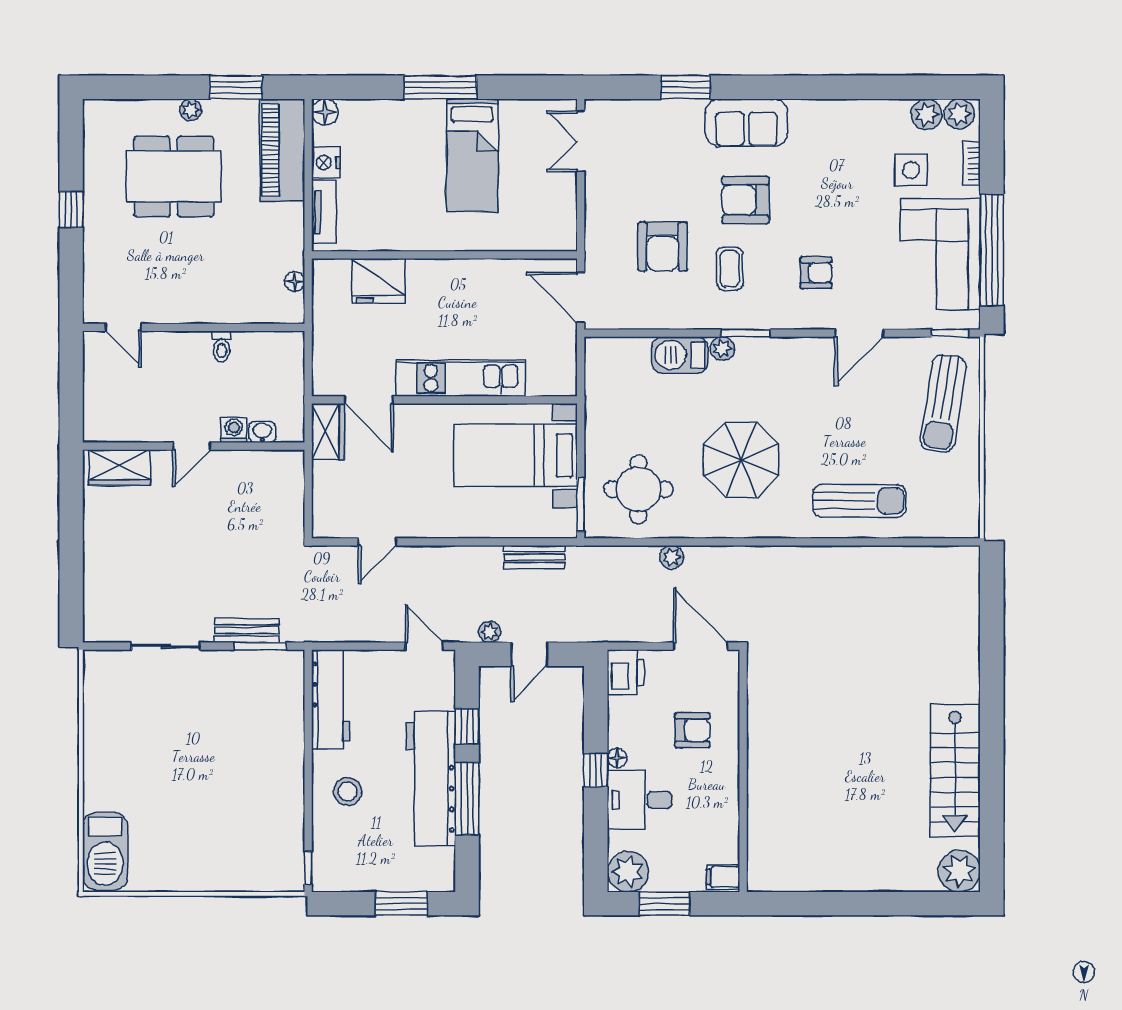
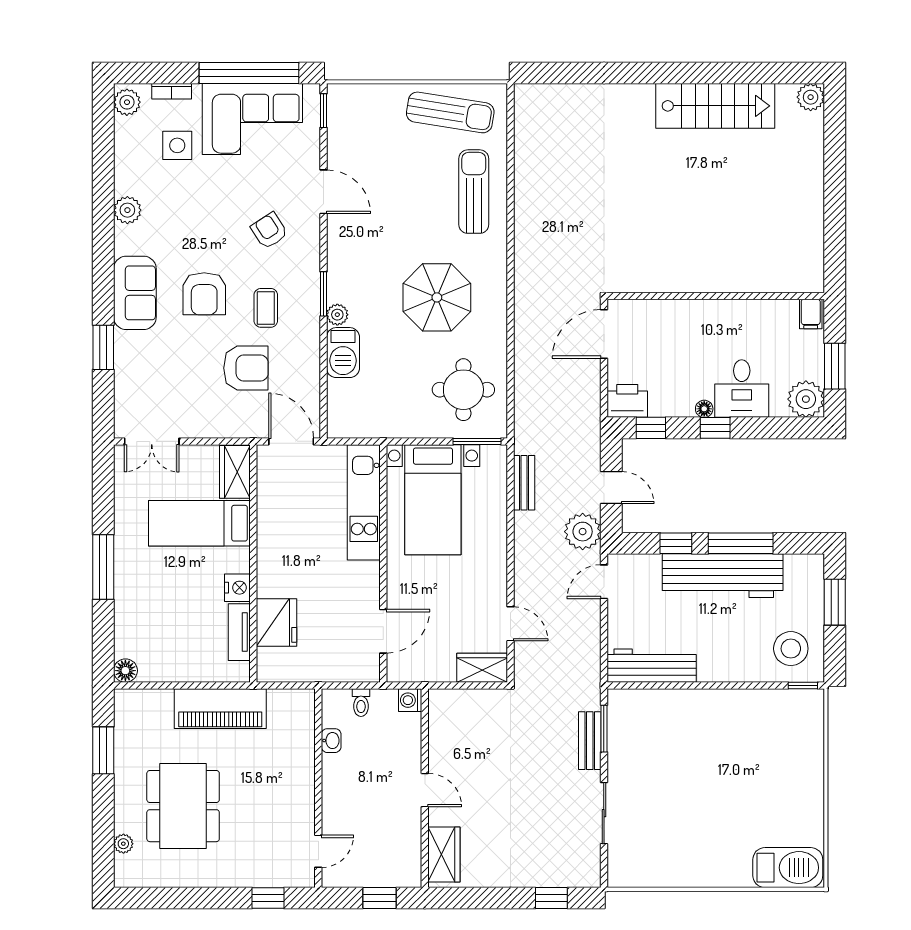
plant: (191, 110) -> (123, 844), moved
plant: (927, 114) -> (127, 210), moved
piano: (282, 150) -> (220, 709), moved
bed: (472, 156) -> (199, 523), moved, turned 180
nightstand: (326, 162) -> (237, 588), moved, turned -90
window: (71, 209) -> (268, 898), moved
tv unit: (324, 212) -> (239, 632), moved, turned -90
wardrobe: (547, 234) -> (235, 472), added
coffee table: (730, 269) -> (266, 308), turned 90
armchair: (816, 273) -> (269, 231), turned -33
floor lamp: (295, 282) -> (277, 698), removed
door: (581, 297) -> (291, 441), swing flipped
toilet: (222, 346) -> (361, 703), moved, turned 90
kitchen unit: (461, 378) -> (364, 502), moved
window: (71, 396) -> (380, 898), added
sun lounger: (943, 403) -> (450, 112), moved
washing machine: (234, 430) -> (410, 700), moved
washbasin: (262, 432) -> (331, 741), moved, turned 180
wardrobe: (328, 432) -> (482, 668), moved
plant: (672, 557) -> (524, 360), removed
window: (71, 588) -> (551, 898), added
plant: (490, 632) -> (583, 532), width x1.88, depth x1.88
window: (596, 699) -> (651, 428), added
armchair: (692, 730) -> (679, 341), removed
stool: (348, 792) -> (791, 649), moved, width x1.38, depth x1.38
plant: (959, 871) -> (811, 97), width x0.73, depth x0.73

